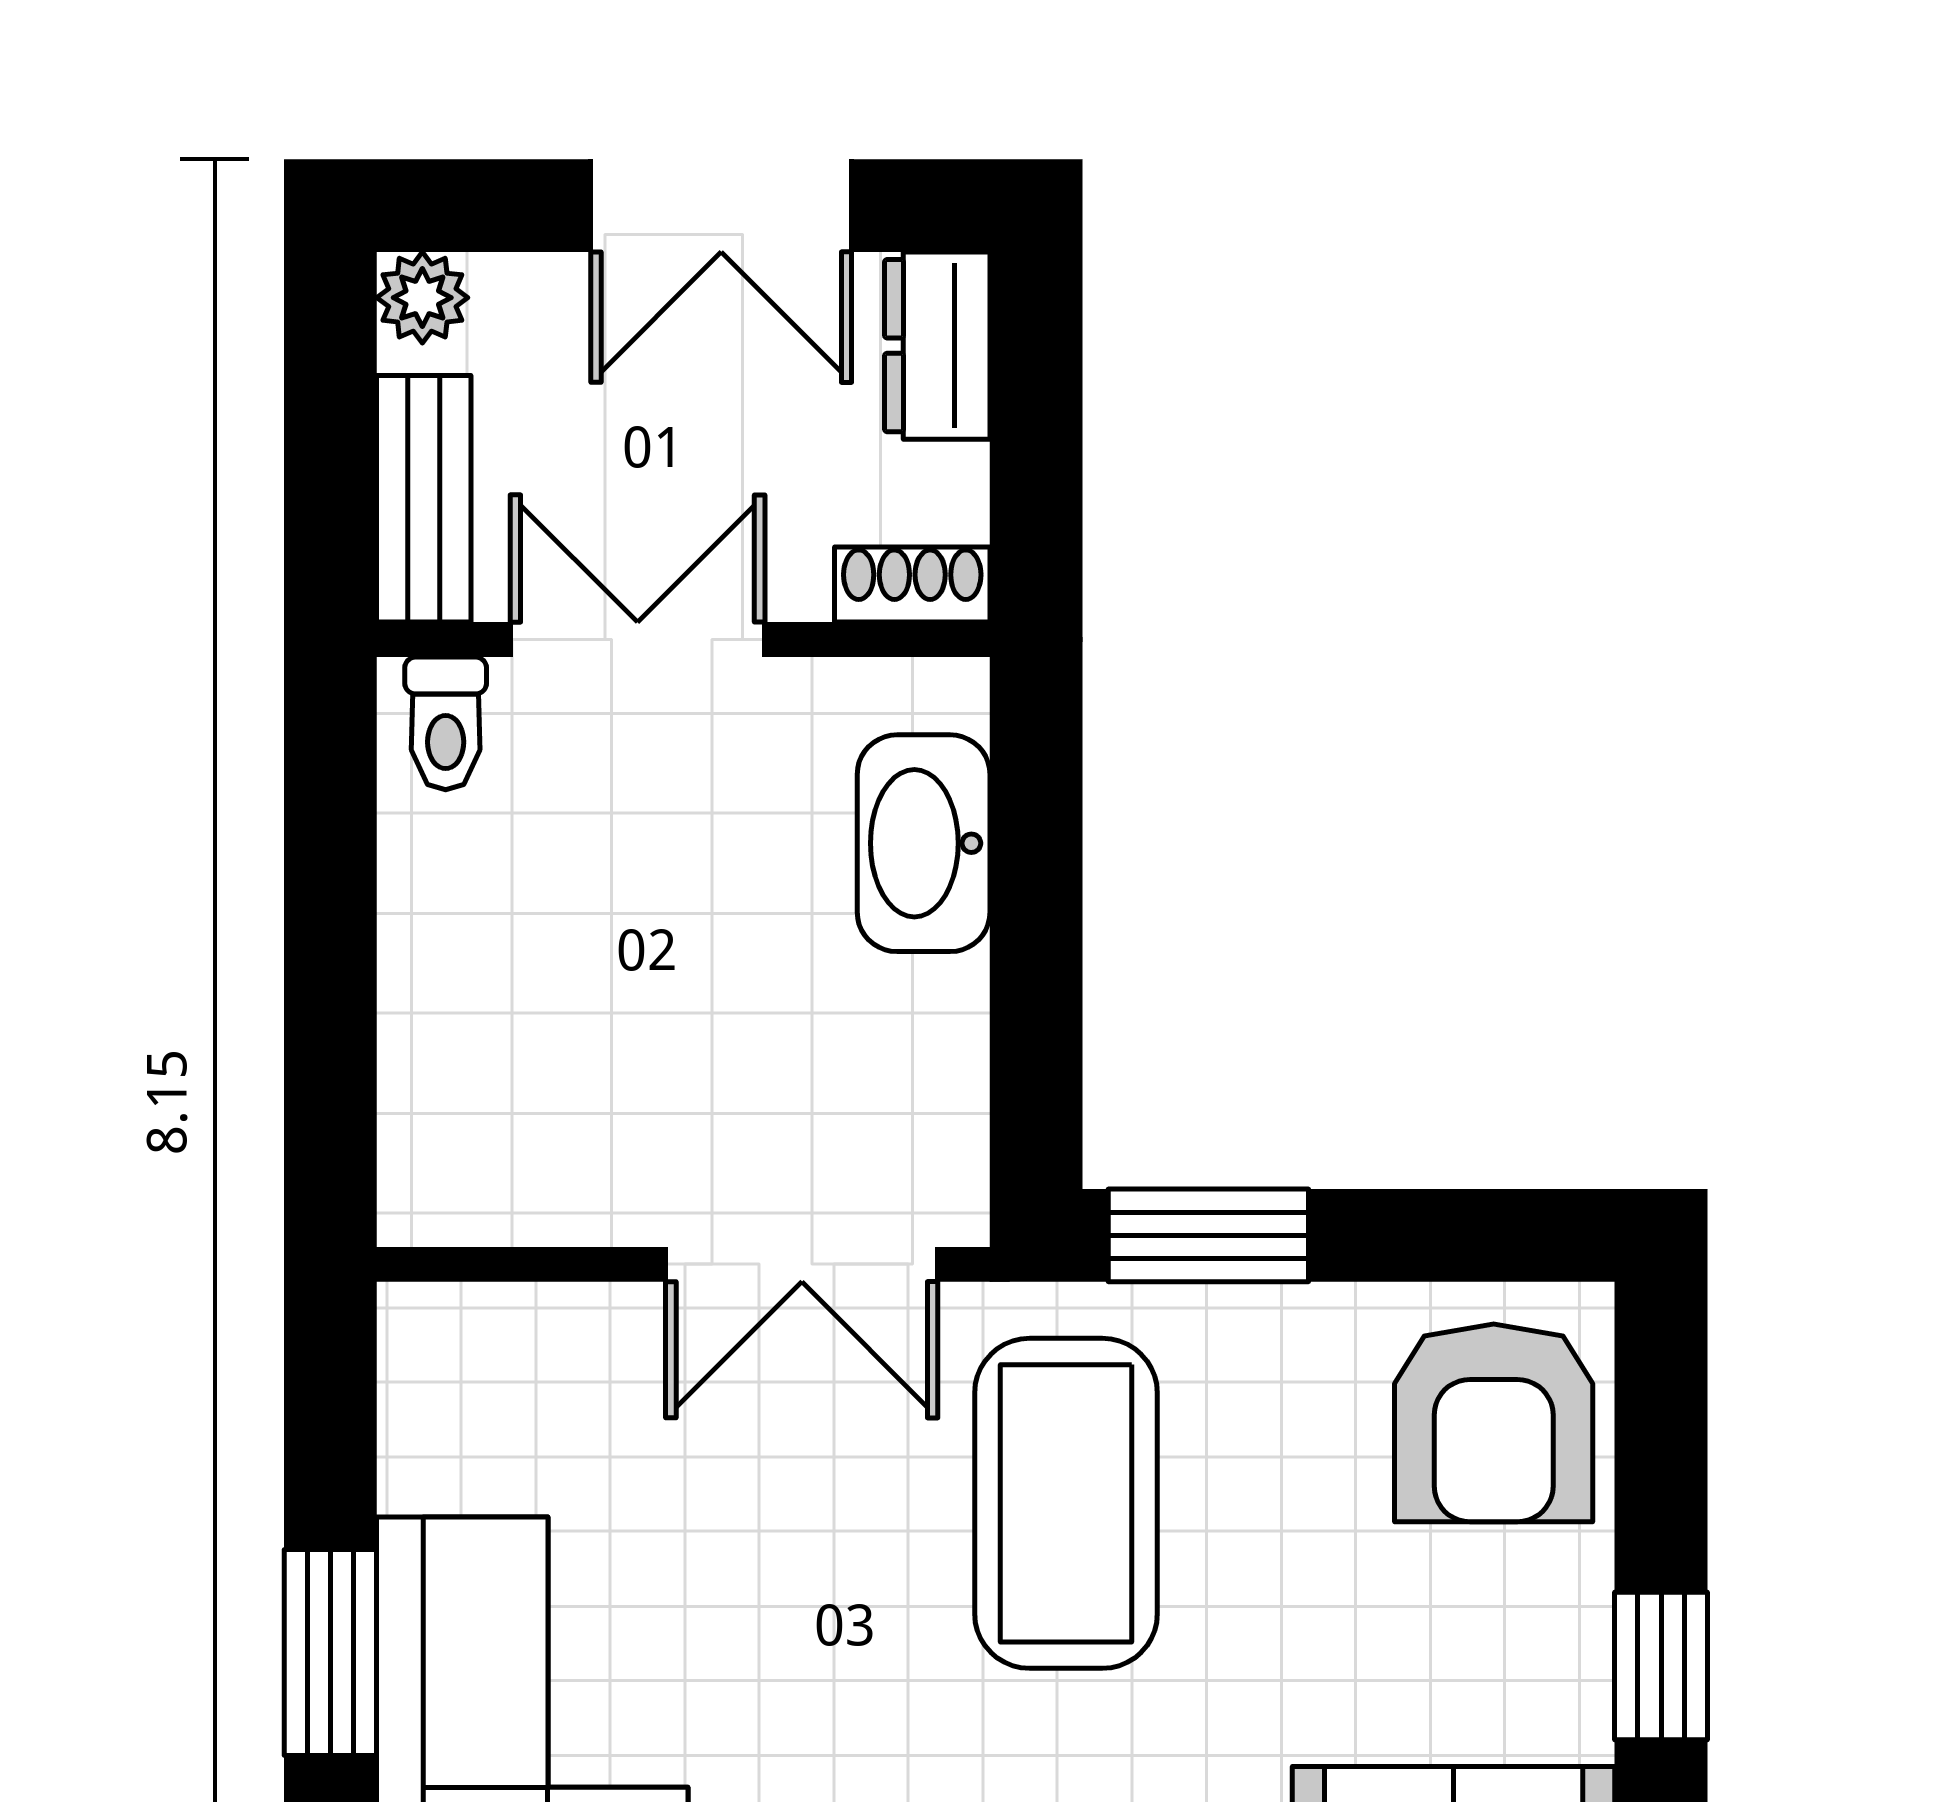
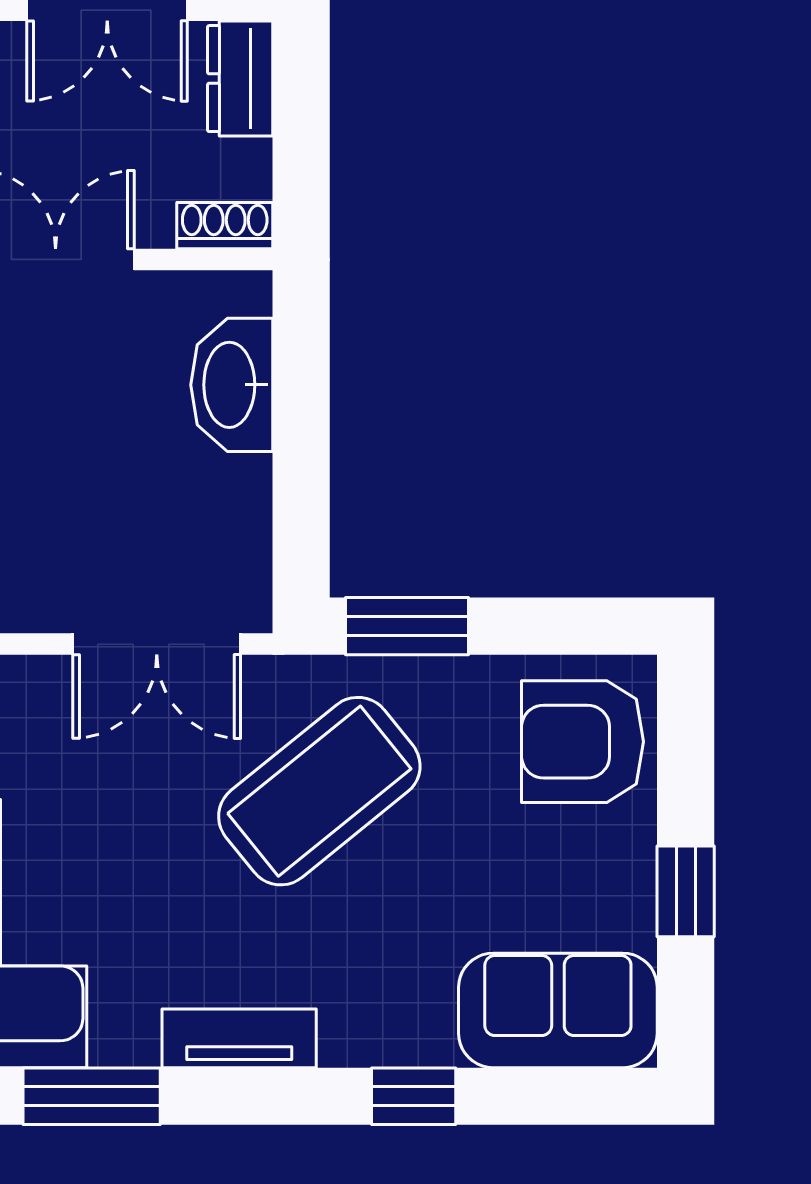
armchair: (1494, 1423) -> (583, 742), turned 90
coffee table: (1066, 1503) -> (319, 791), turned 51

